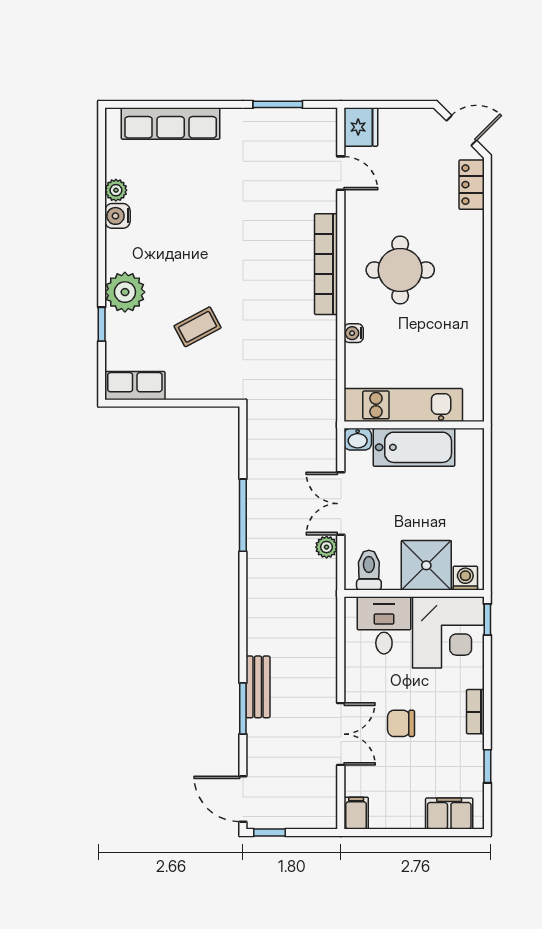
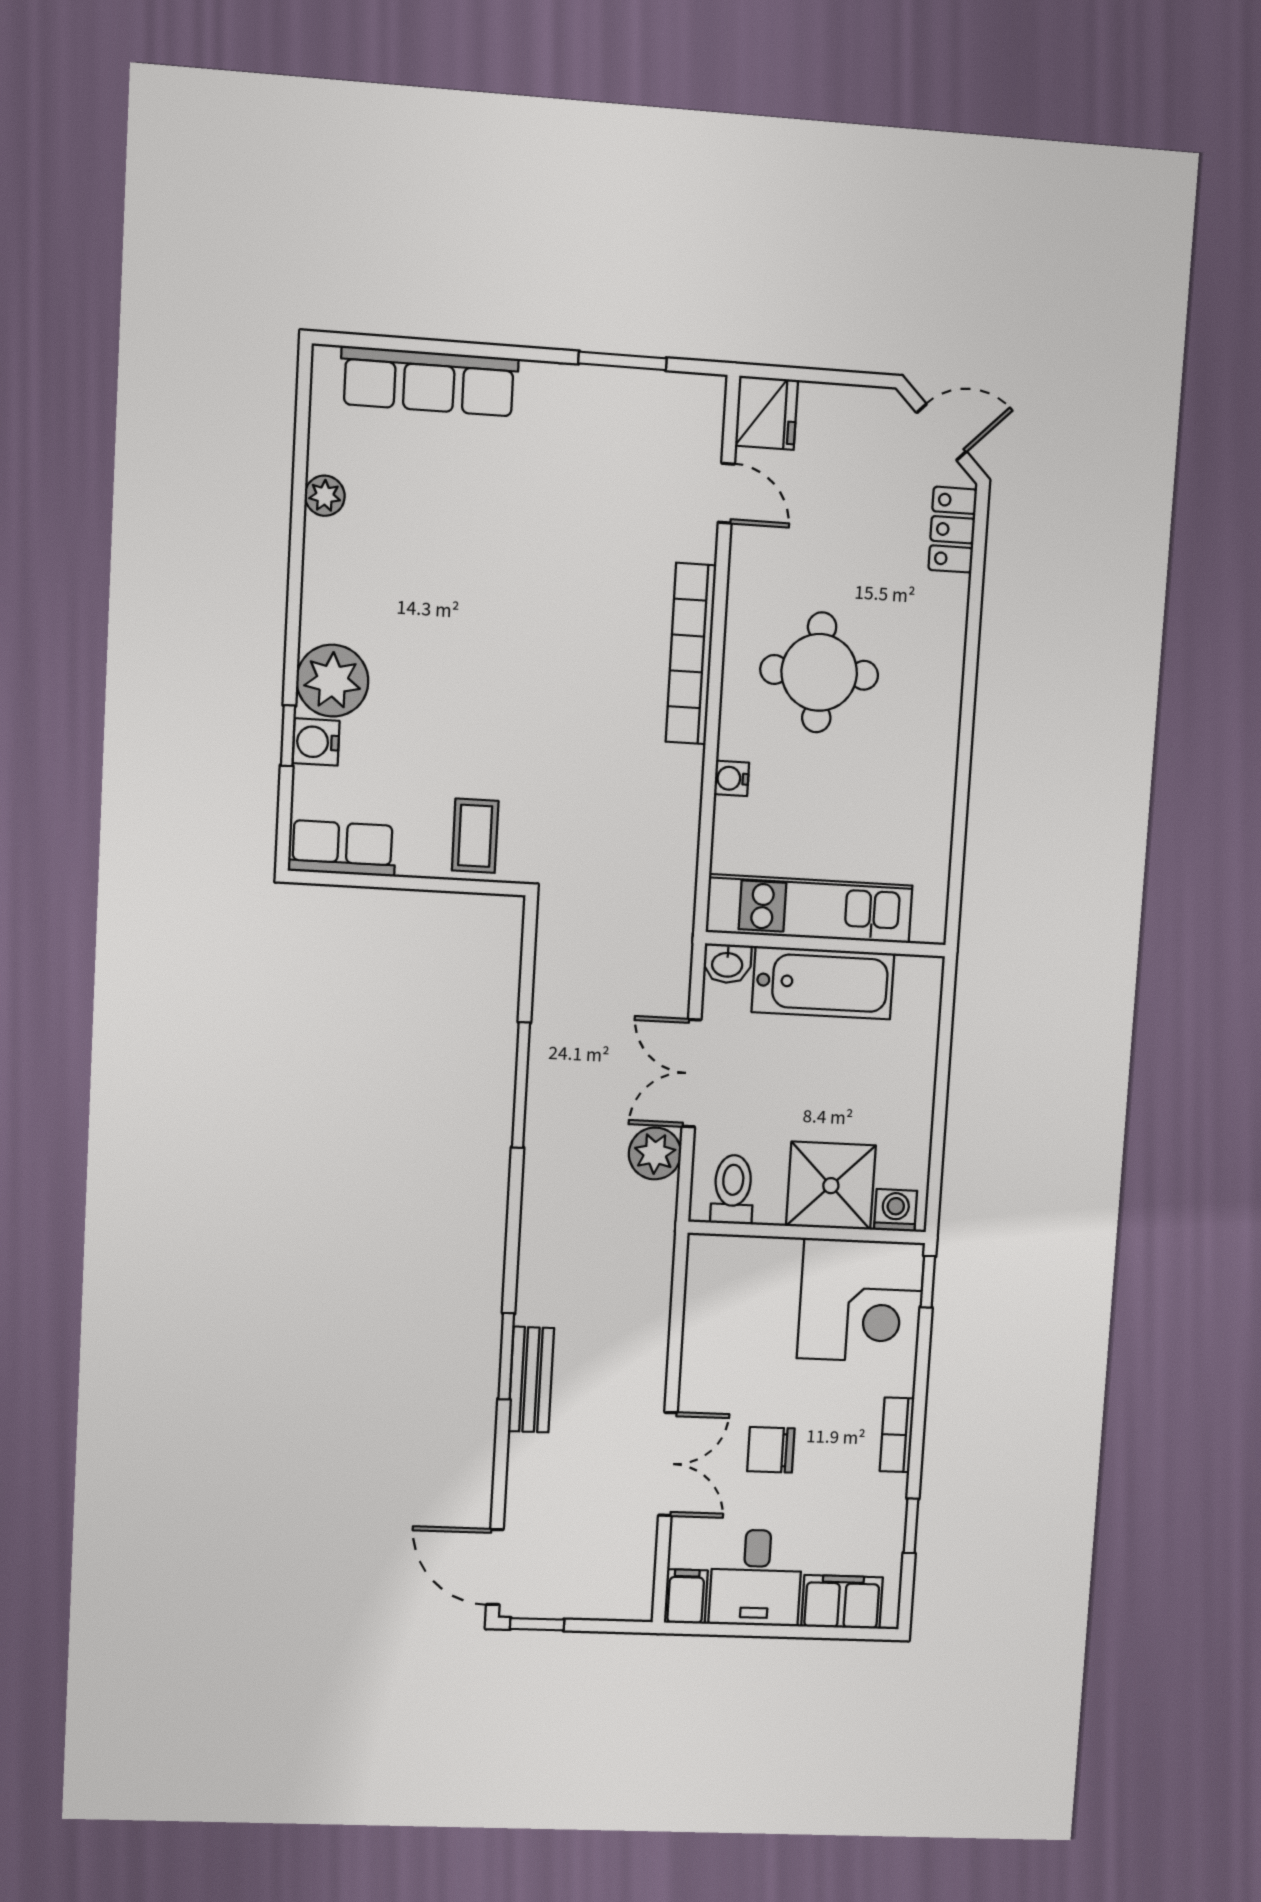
water cooler: (117, 216) -> (316, 742), moved
coffee table: (198, 327) -> (475, 836), moved, turned -62
plant: (327, 547) -> (655, 1153), width x1.38, depth x1.38
desk: (384, 625) -> (756, 1578), moved, turned 180
window: (243, 709) -> (506, 1356), moved

